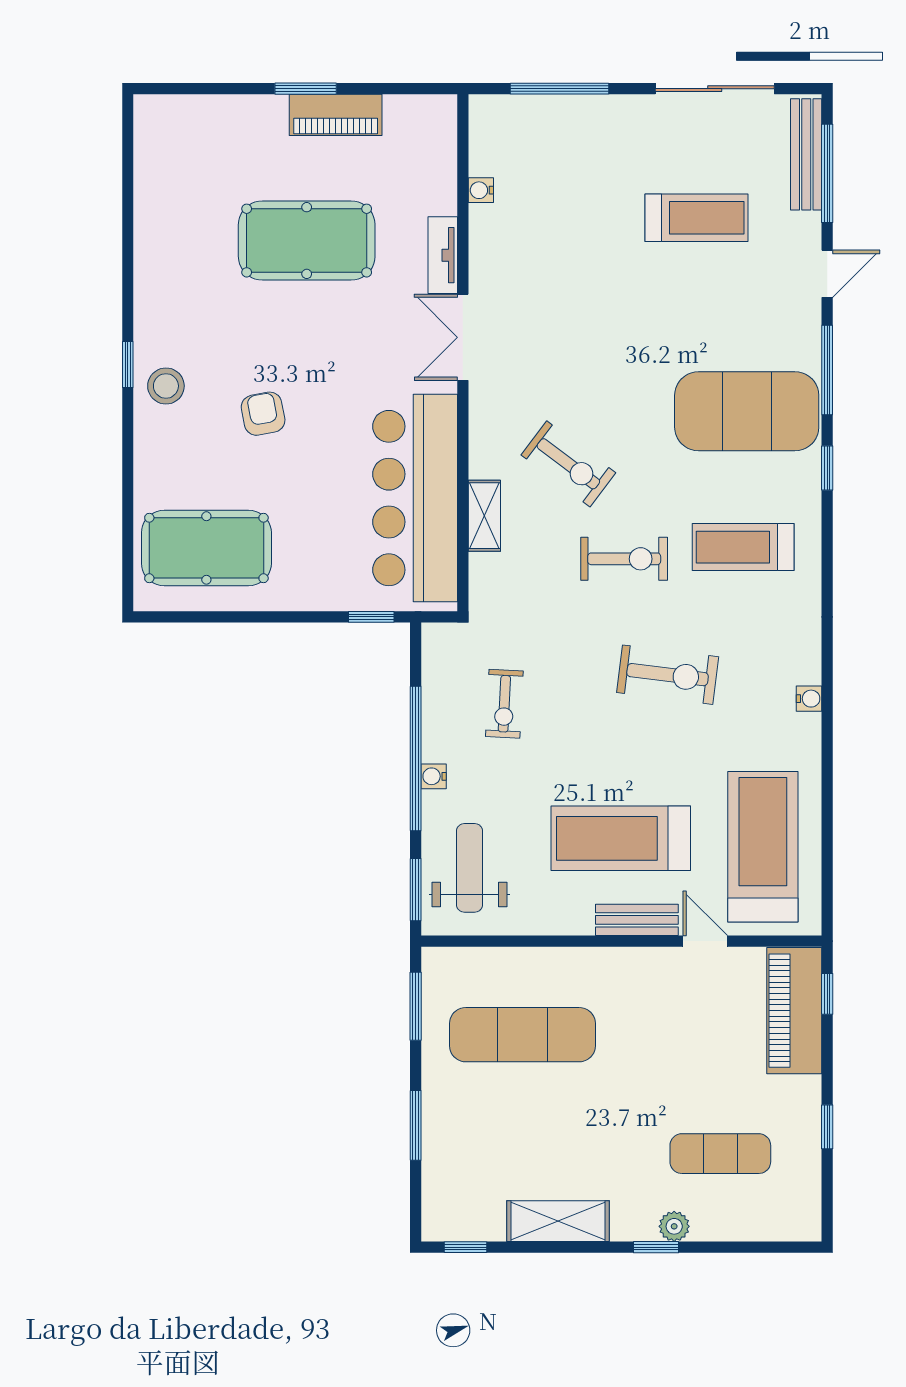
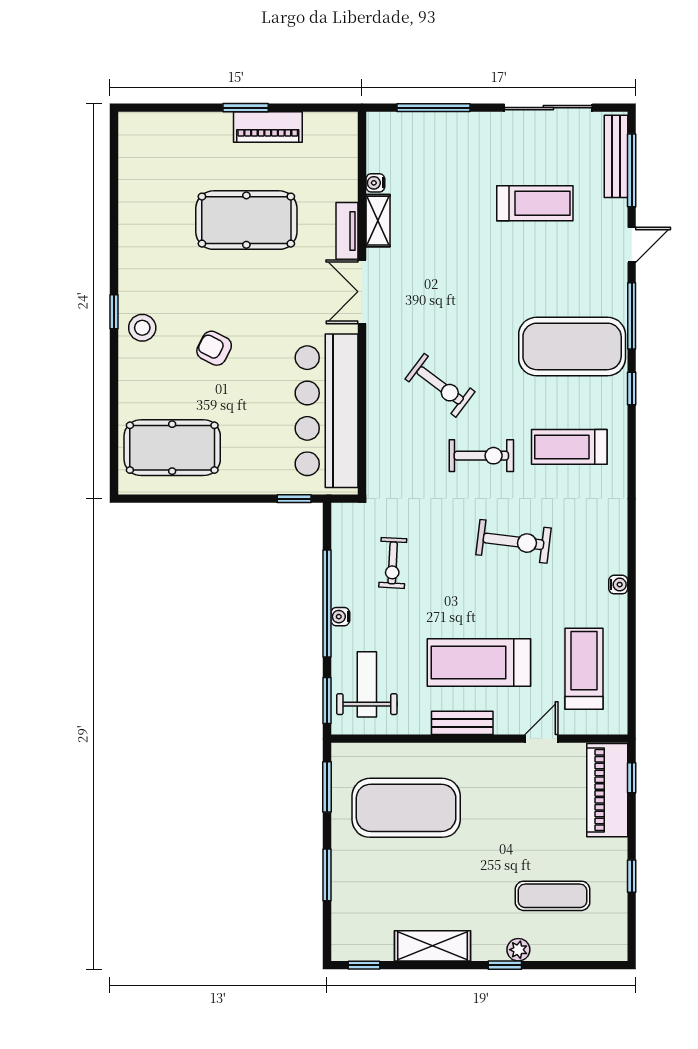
armchair: (263, 414) -> (214, 348), turned -52
shelving: (484, 516) -> (378, 221), moved
water cooler: (809, 699) -> (618, 585), moved
treadmill: (763, 847) -> (584, 669), width x0.73, depth x0.73
bench: (637, 920) -> (462, 723), moved
door: (705, 941) -> (541, 739), hinge flipped
exercise mat: (522, 1035) -> (406, 808), width x1.47

